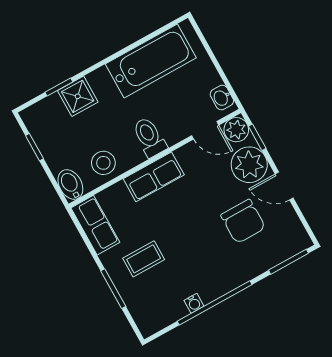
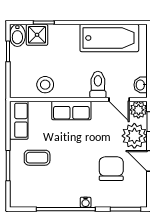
shower: (78, 96) -> (37, 35), moved
toilet: (149, 137) -> (98, 85), moved
bidet: (70, 185) -> (17, 35), moved, turned 180
chair: (243, 221) -> (111, 169), turned 180
water cooler: (194, 303) -> (86, 202), moved

